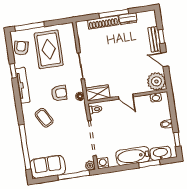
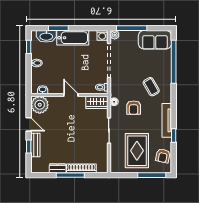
armchair: (59, 93) -> (134, 108), turned -90

